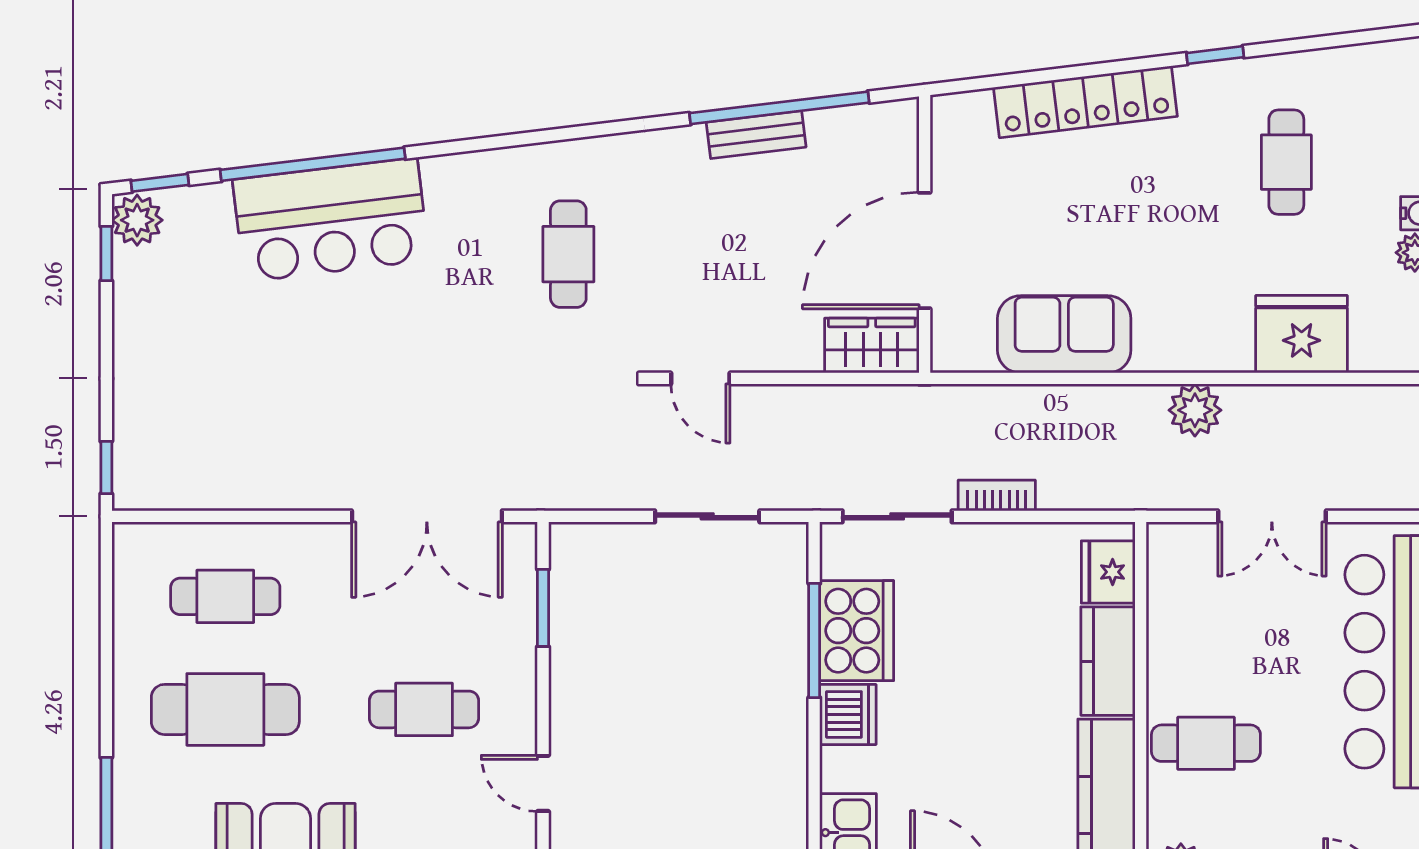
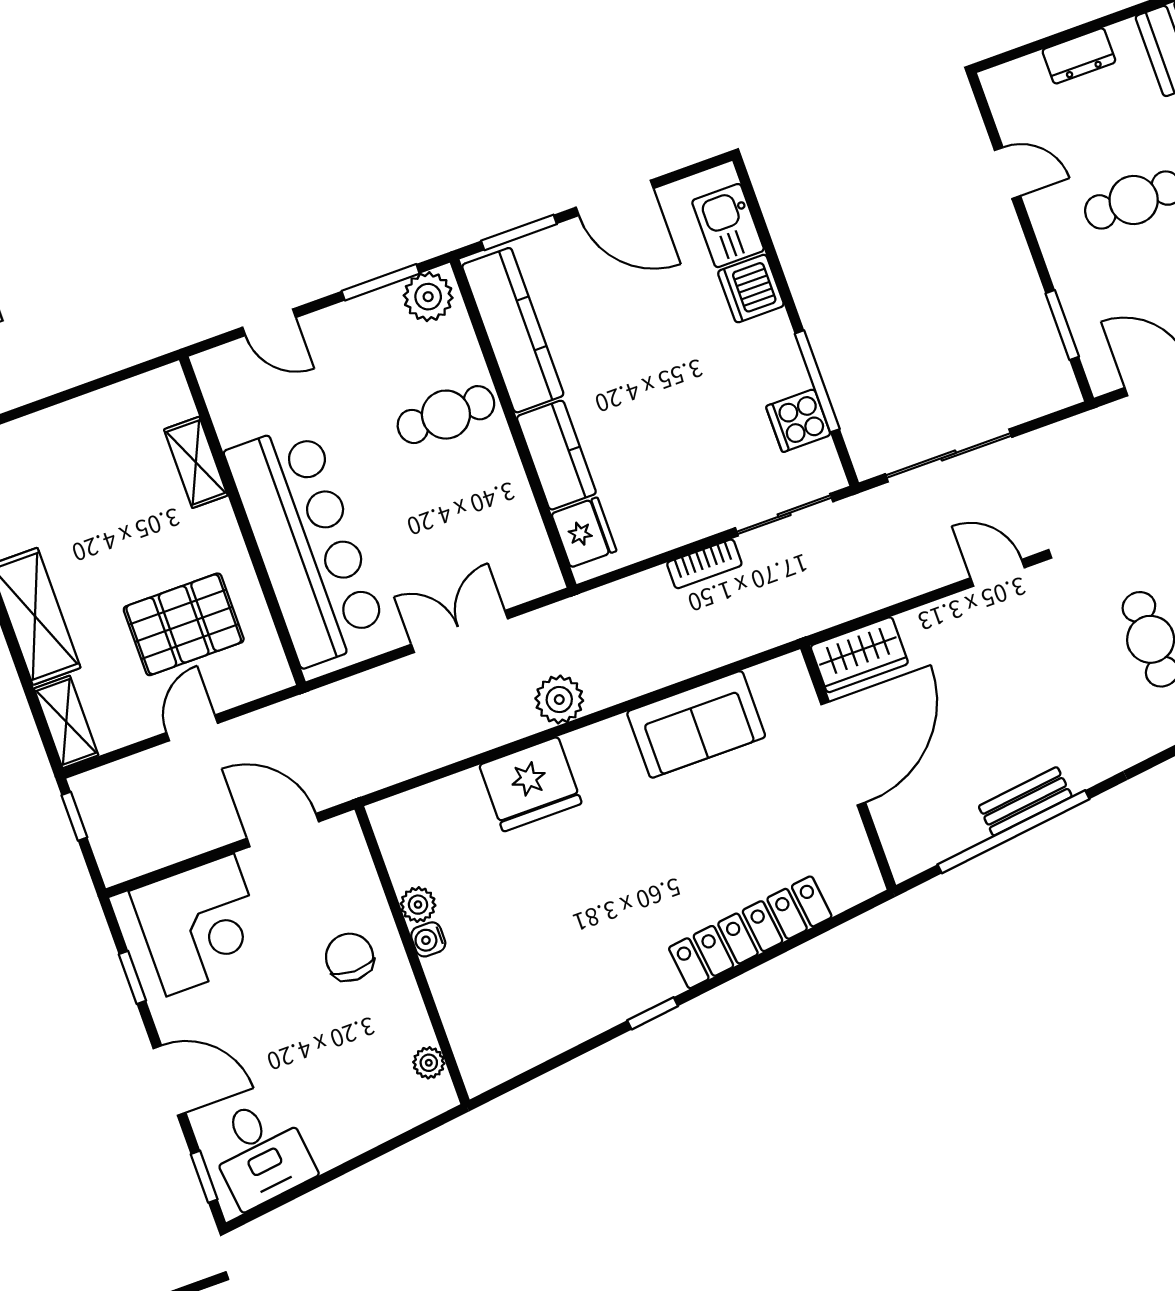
cafe table: (1286, 162) -> (557, 943), removed
fridge: (1302, 334) -> (530, 784), moved
sliding door: (707, 516) -> (949, 455), width x1.37
cooker: (857, 631) -> (798, 421), width x0.53, depth x0.76
dishwasher: (848, 714) -> (751, 289), moved

